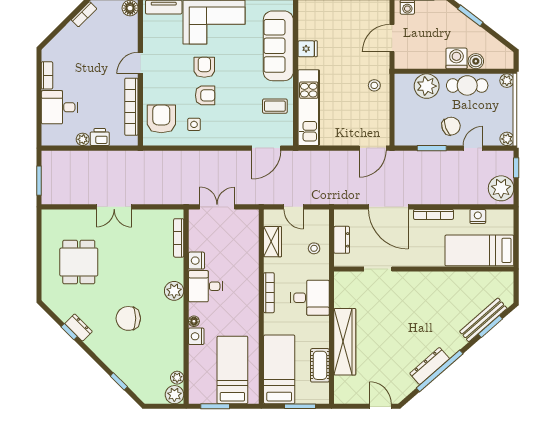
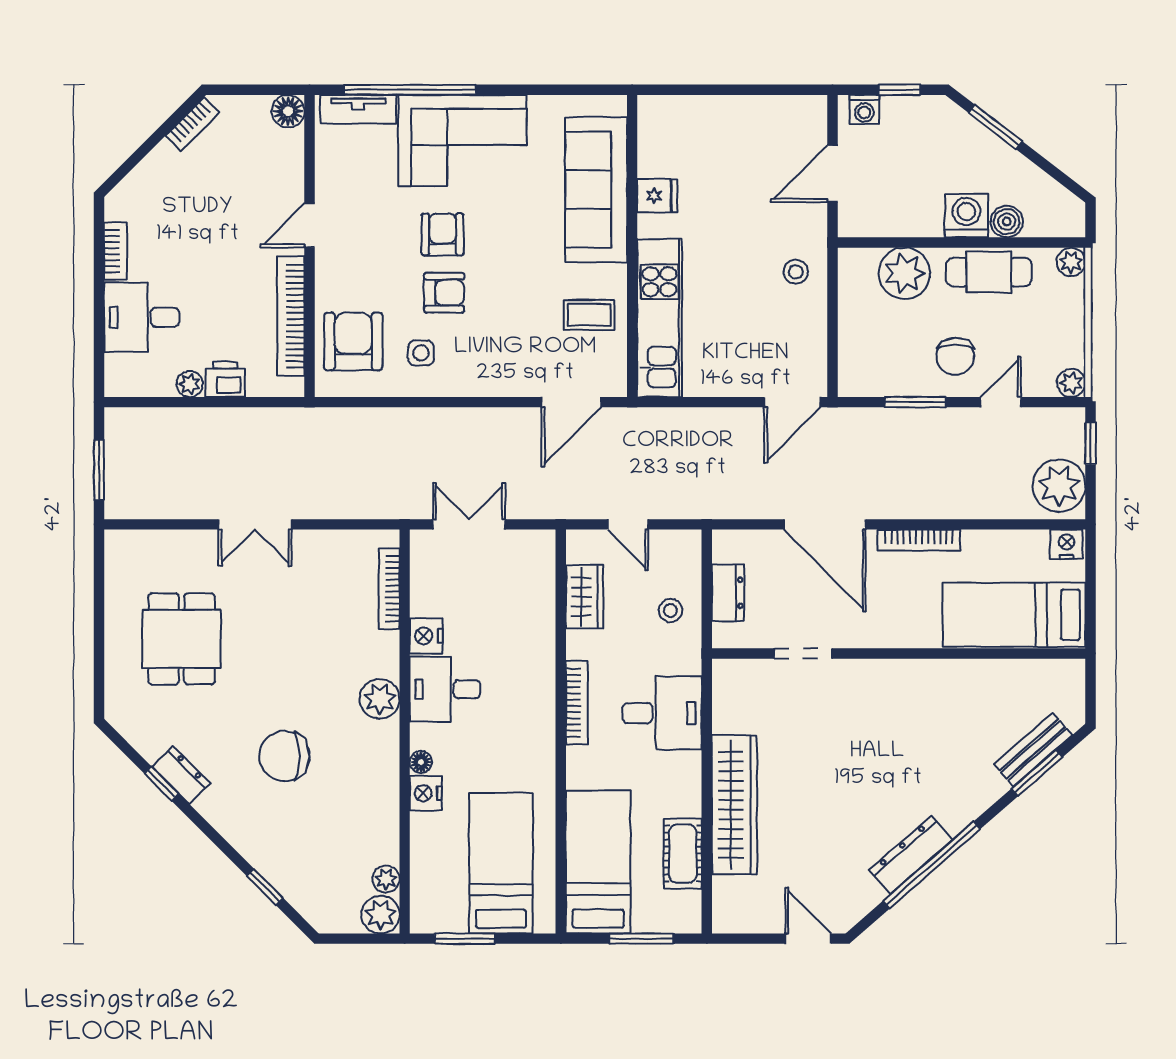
chair: (451, 126) -> (955, 356), turned 111
nightstand: (478, 217) -> (1066, 544), moved
bench: (483, 320) -> (1033, 750), width x0.73

